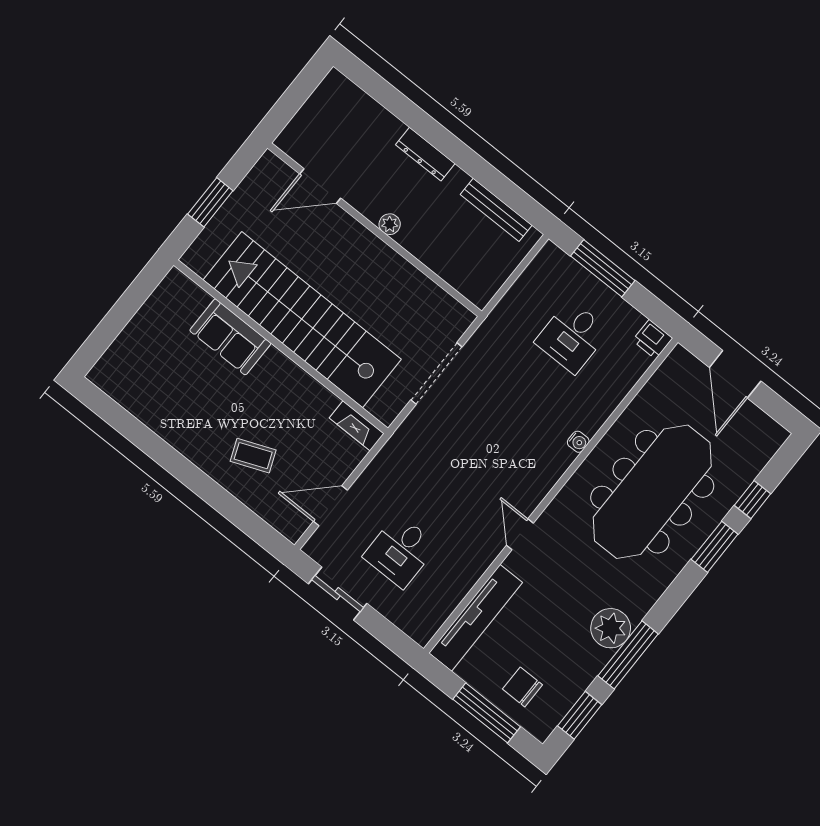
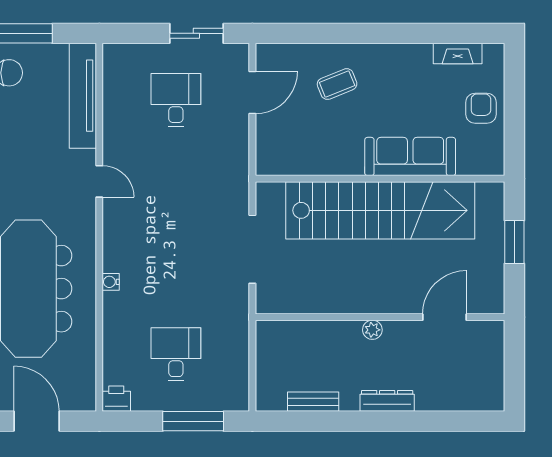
bench: (496, 210) -> (313, 402), width x0.73
sofa: (230, 337) -> (410, 156), width x1.36
armchair: (148, 338) -> (481, 108), added
fireplace: (357, 426) -> (458, 53), moved, turned 180

